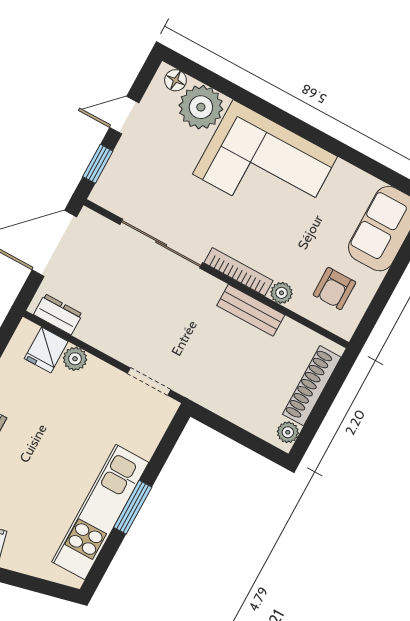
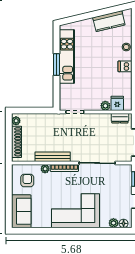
plant: (201, 107) -> (114, 223), width x0.53, depth x0.53
bench: (251, 310) -> (53, 157), width x1.36

